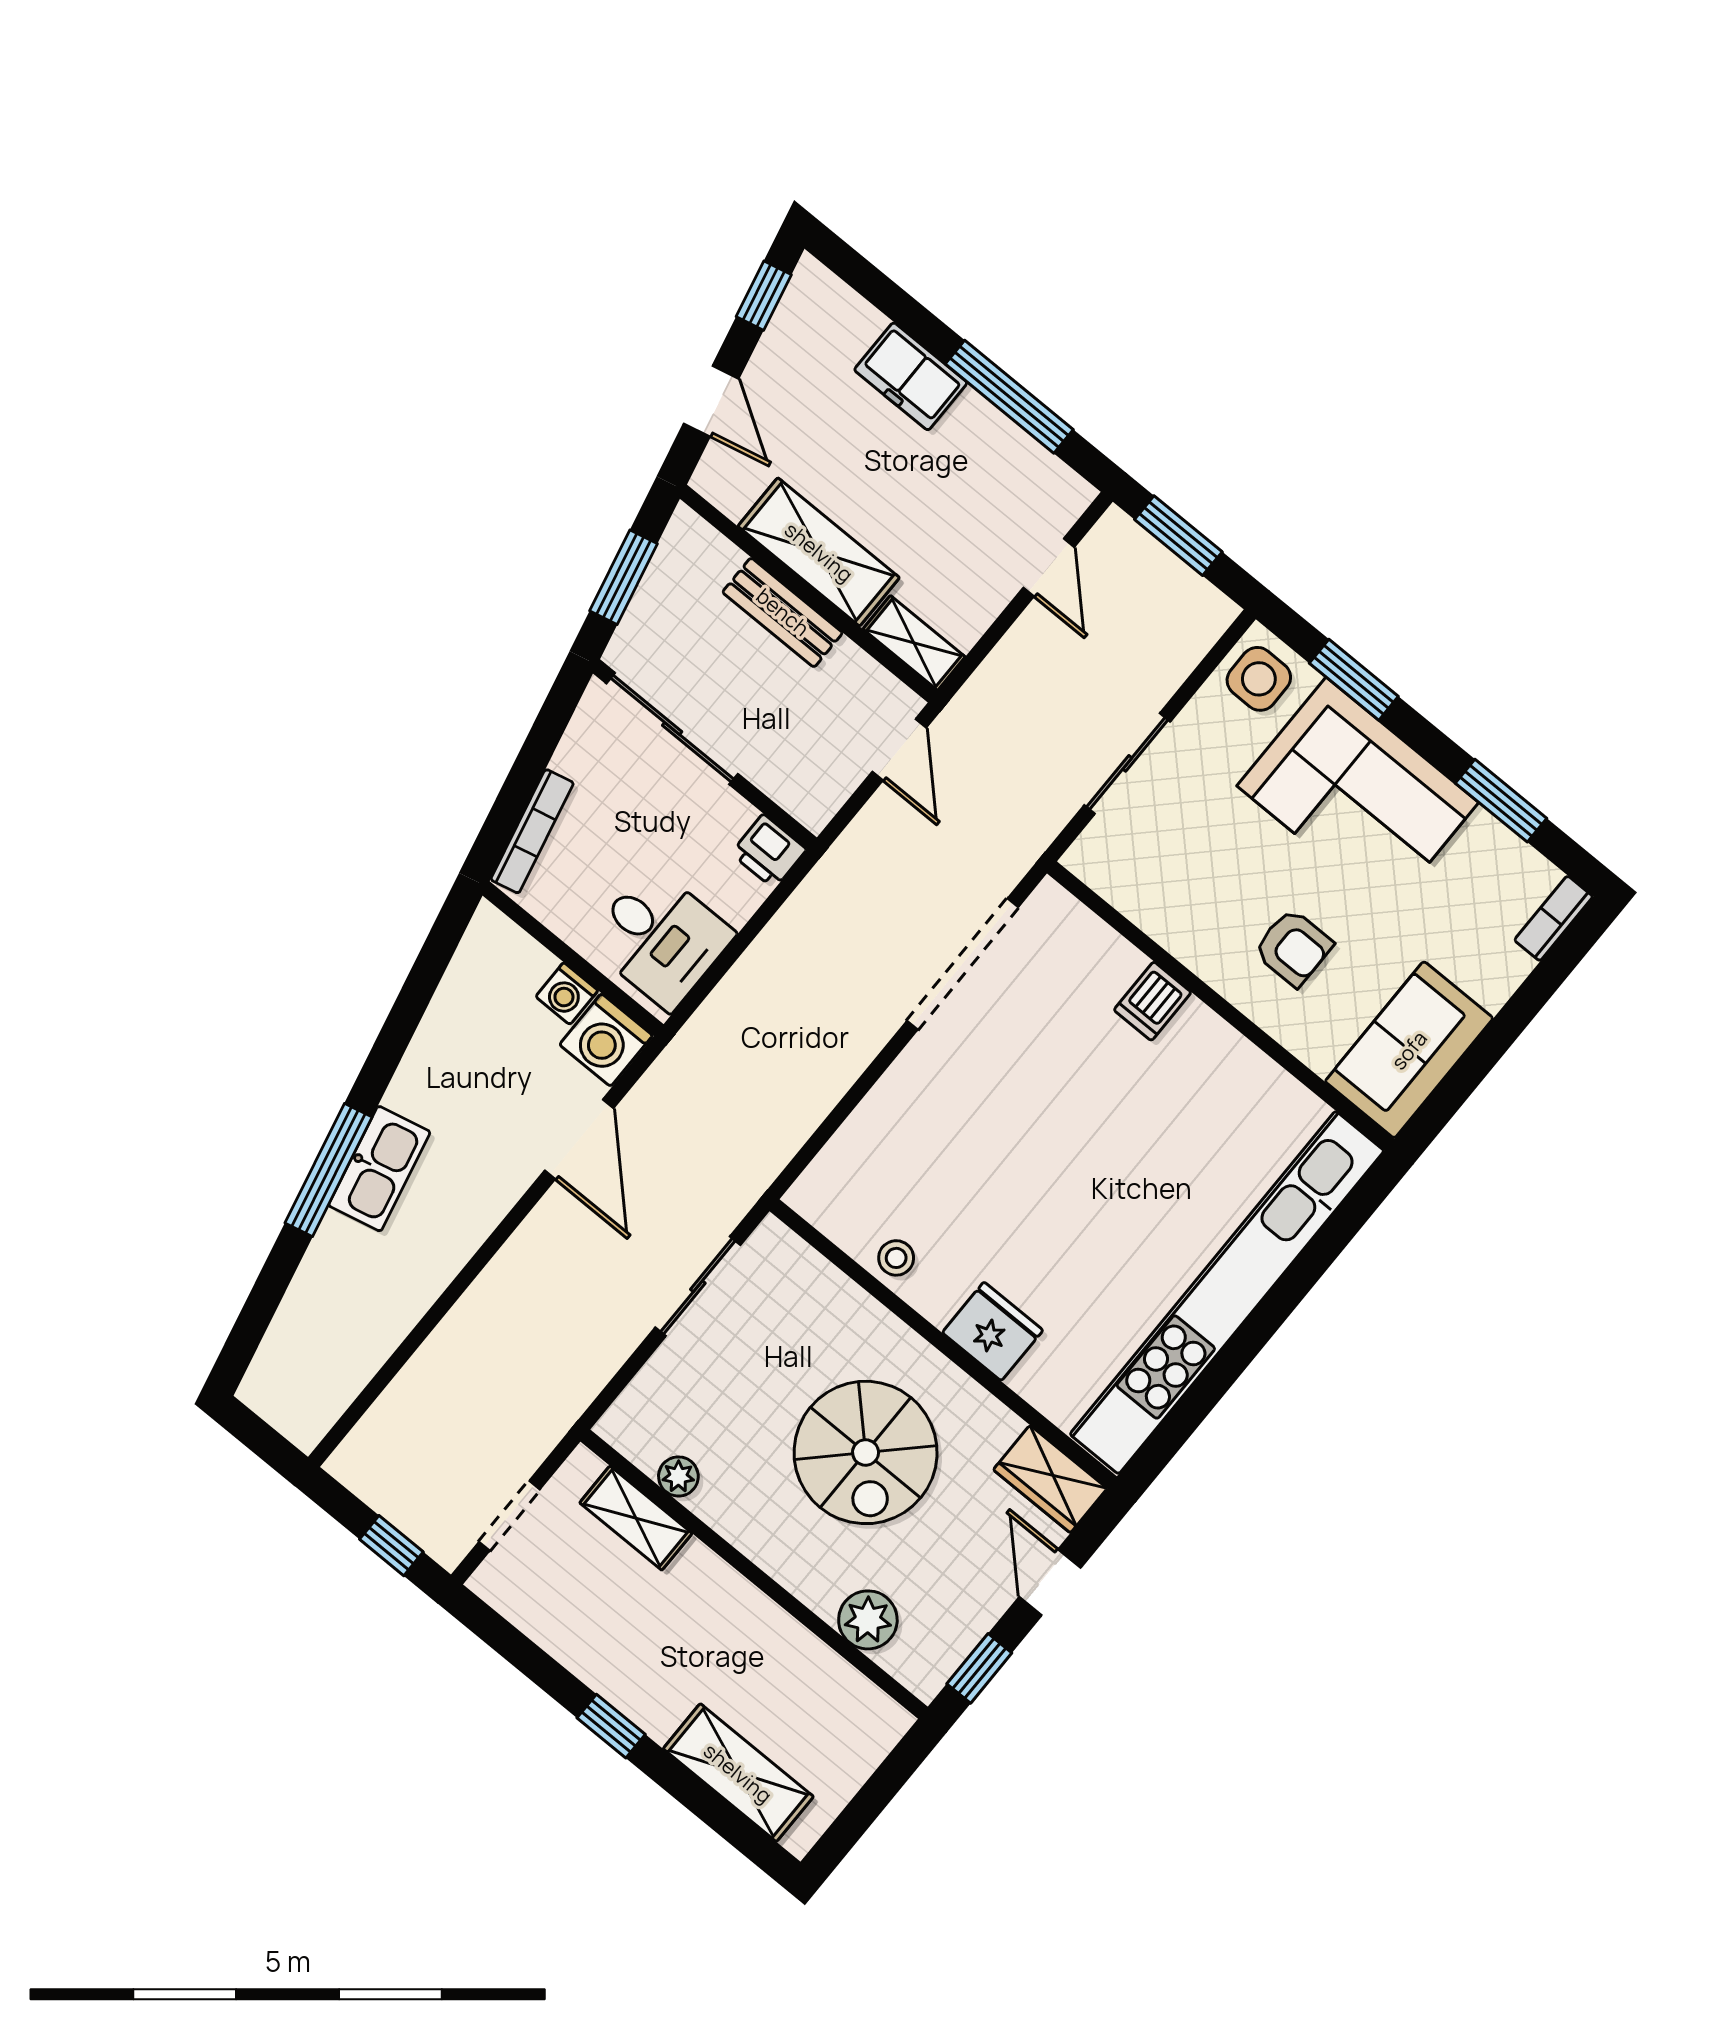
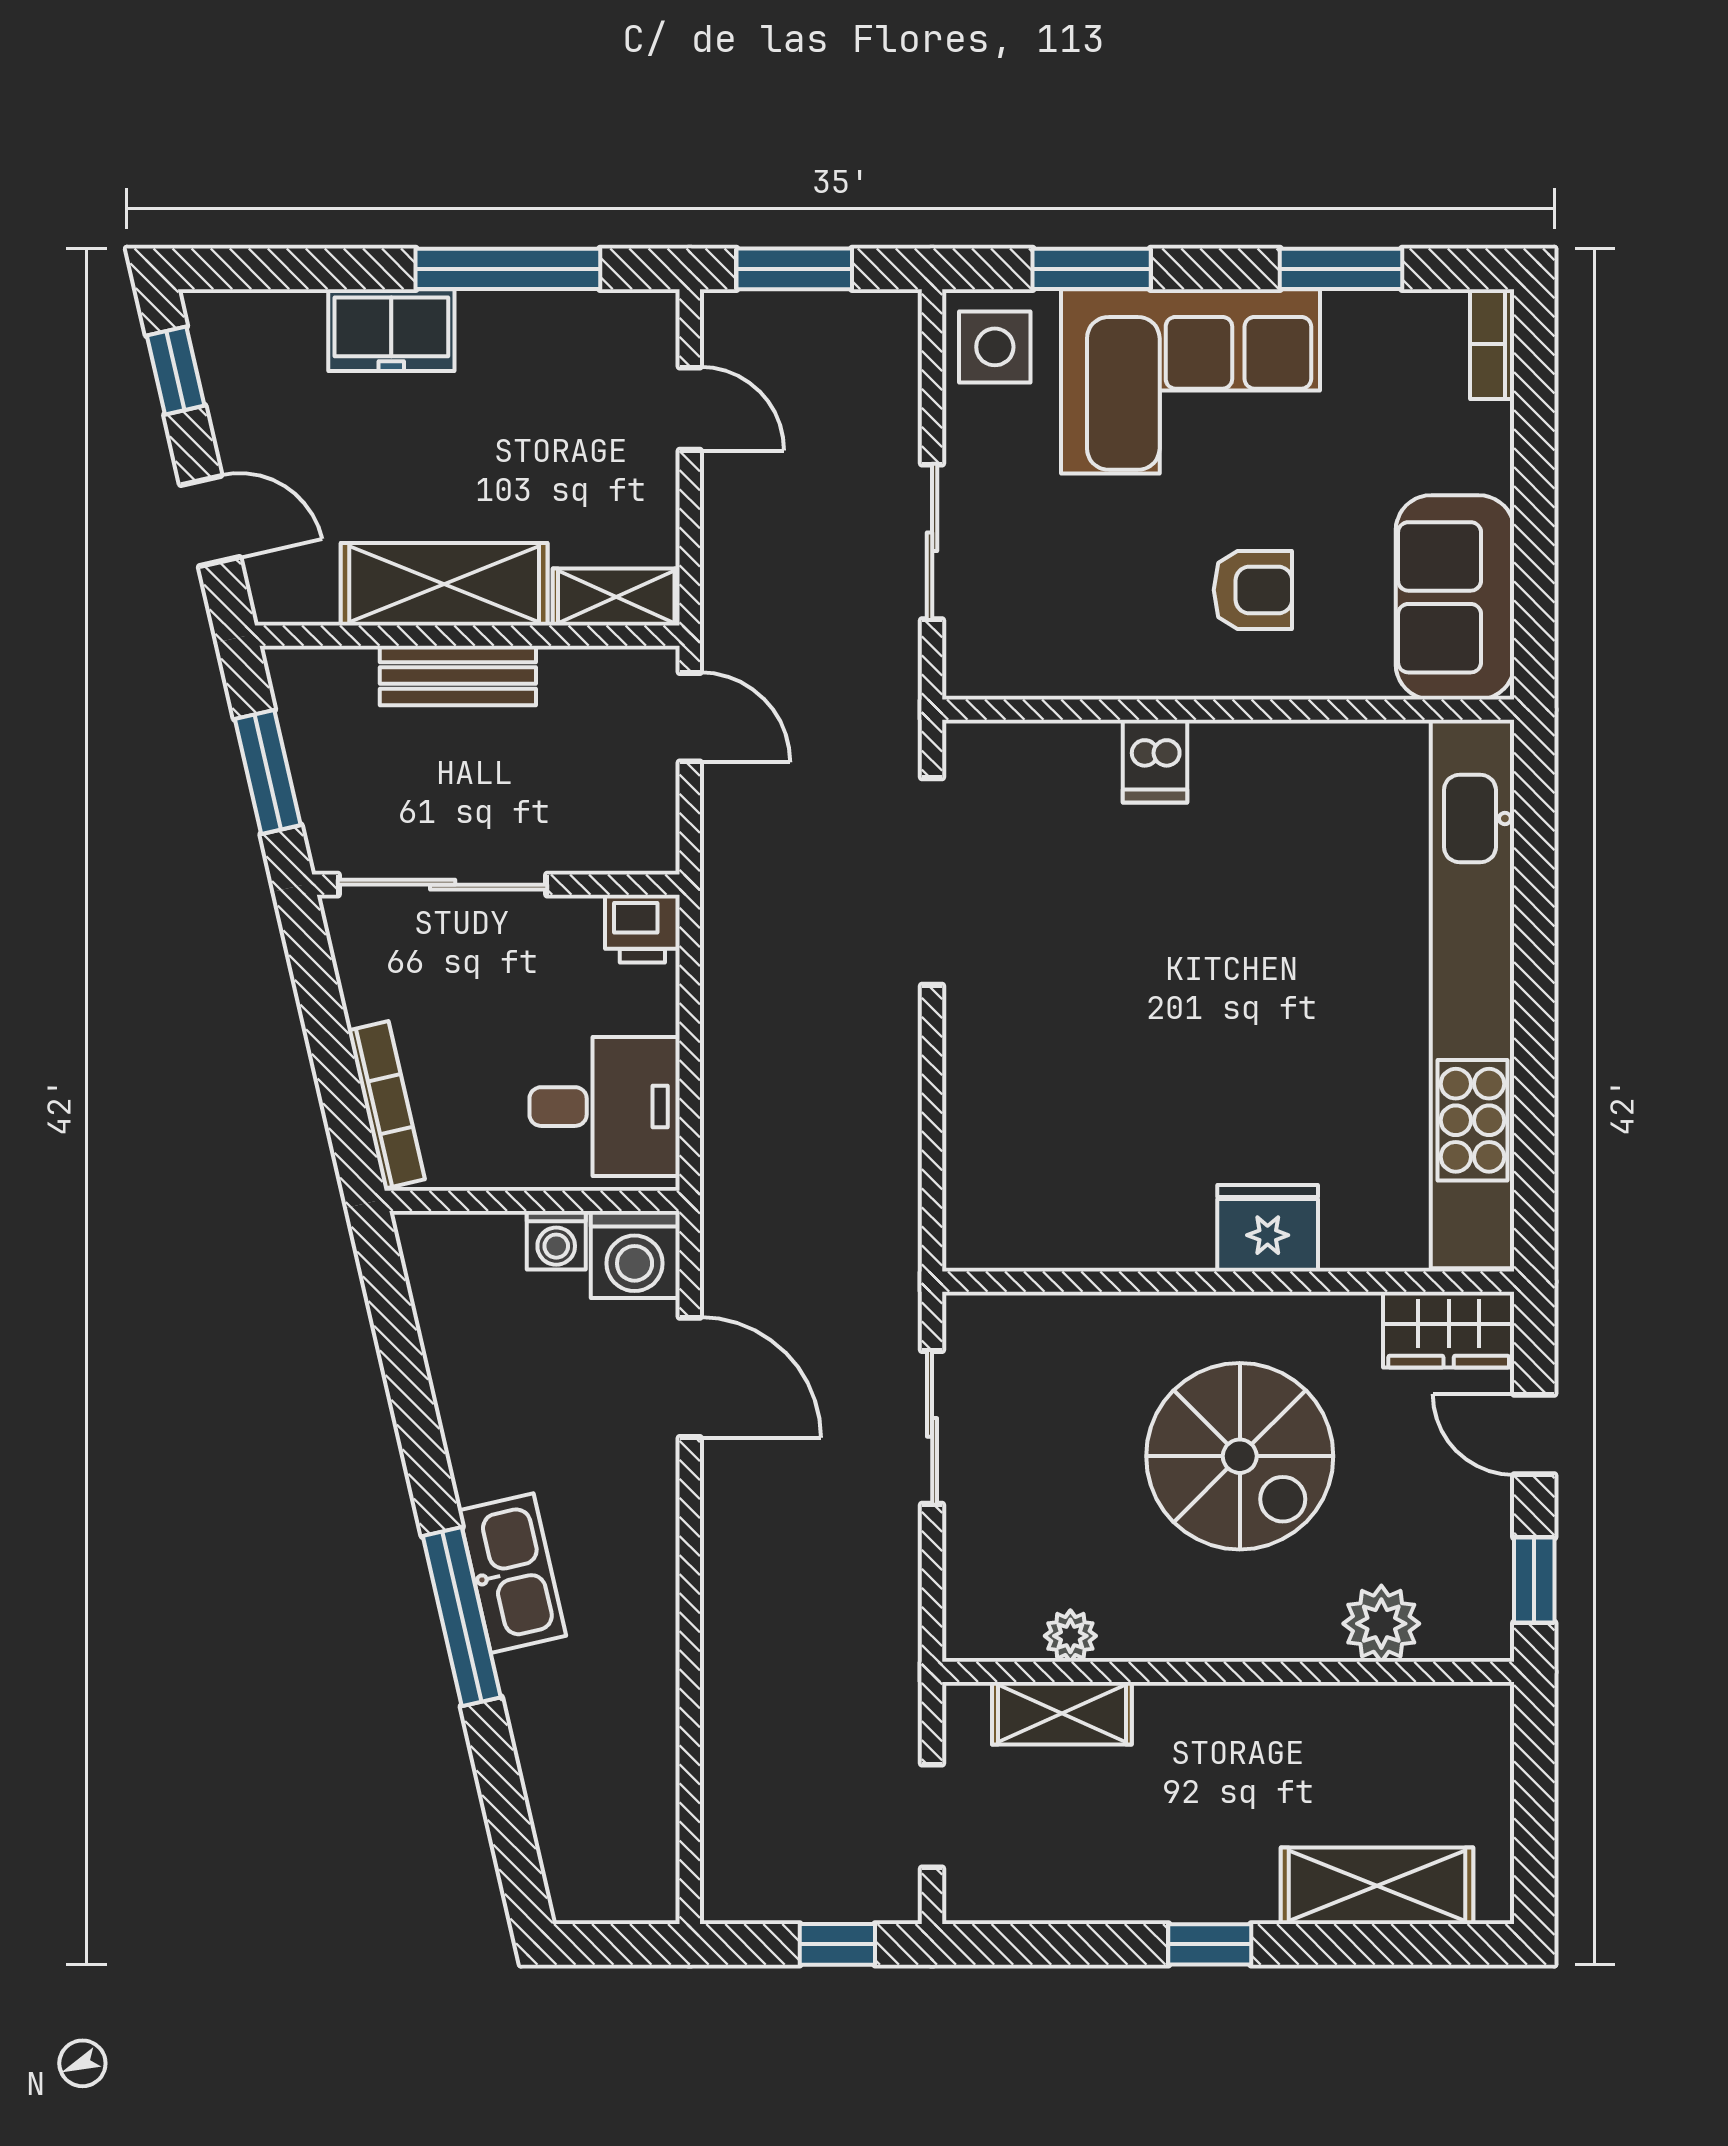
stool: (896, 1258) -> (1109, 1234), removed

